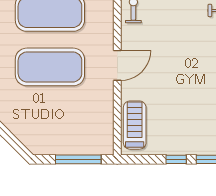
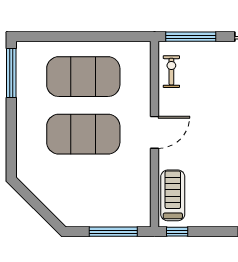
window: (176, 159) -> (177, 232), moved

